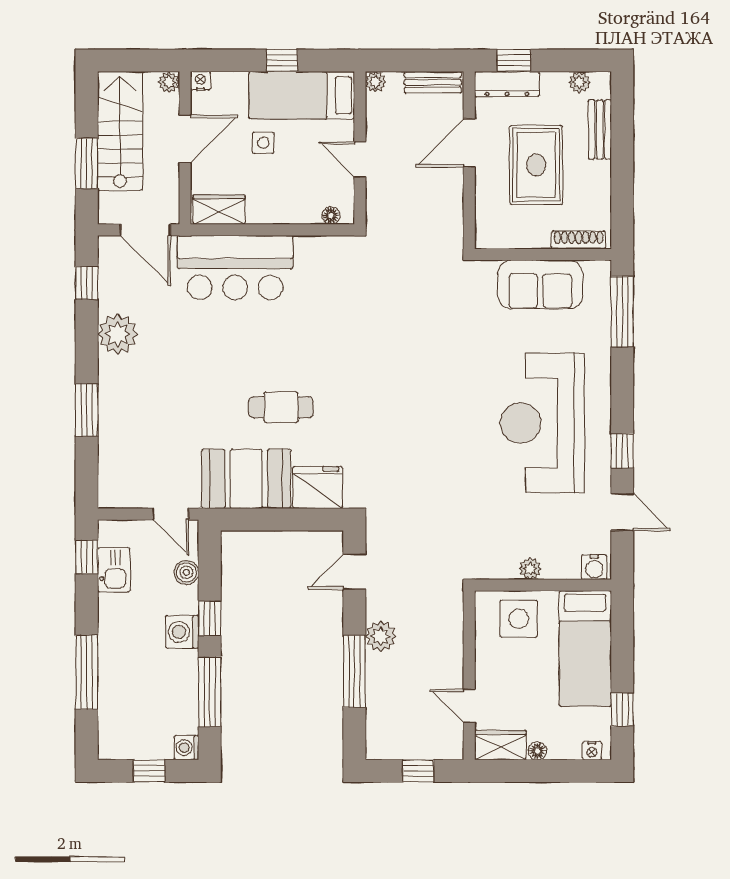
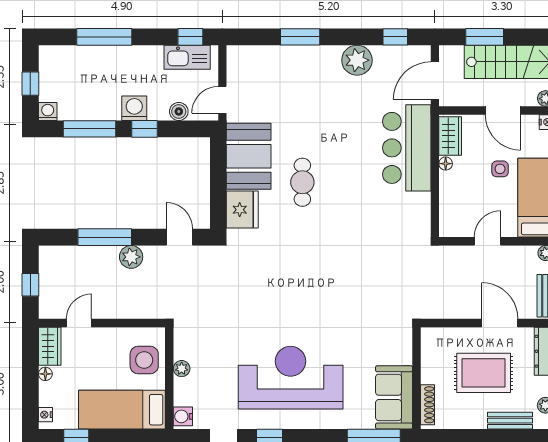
floor lamp: (331, 216) -> (446, 164), moved
sofa: (540, 285) -> (394, 397), moved
kitchen sink: (114, 570) -> (187, 57), width x1.38

